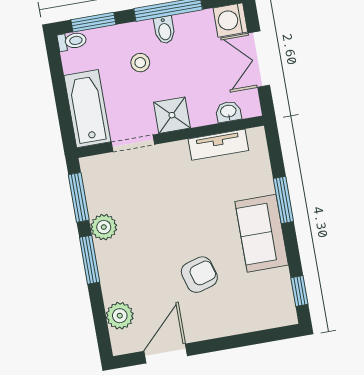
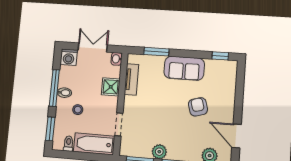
toilet: (72, 41) -> (69, 144), moved
double door: (259, 59) -> (93, 48), swing flipped
washbasin: (228, 112) -> (117, 59), moved
shower: (172, 115) -> (111, 87), moved
window: (283, 200) -> (156, 52), moved

